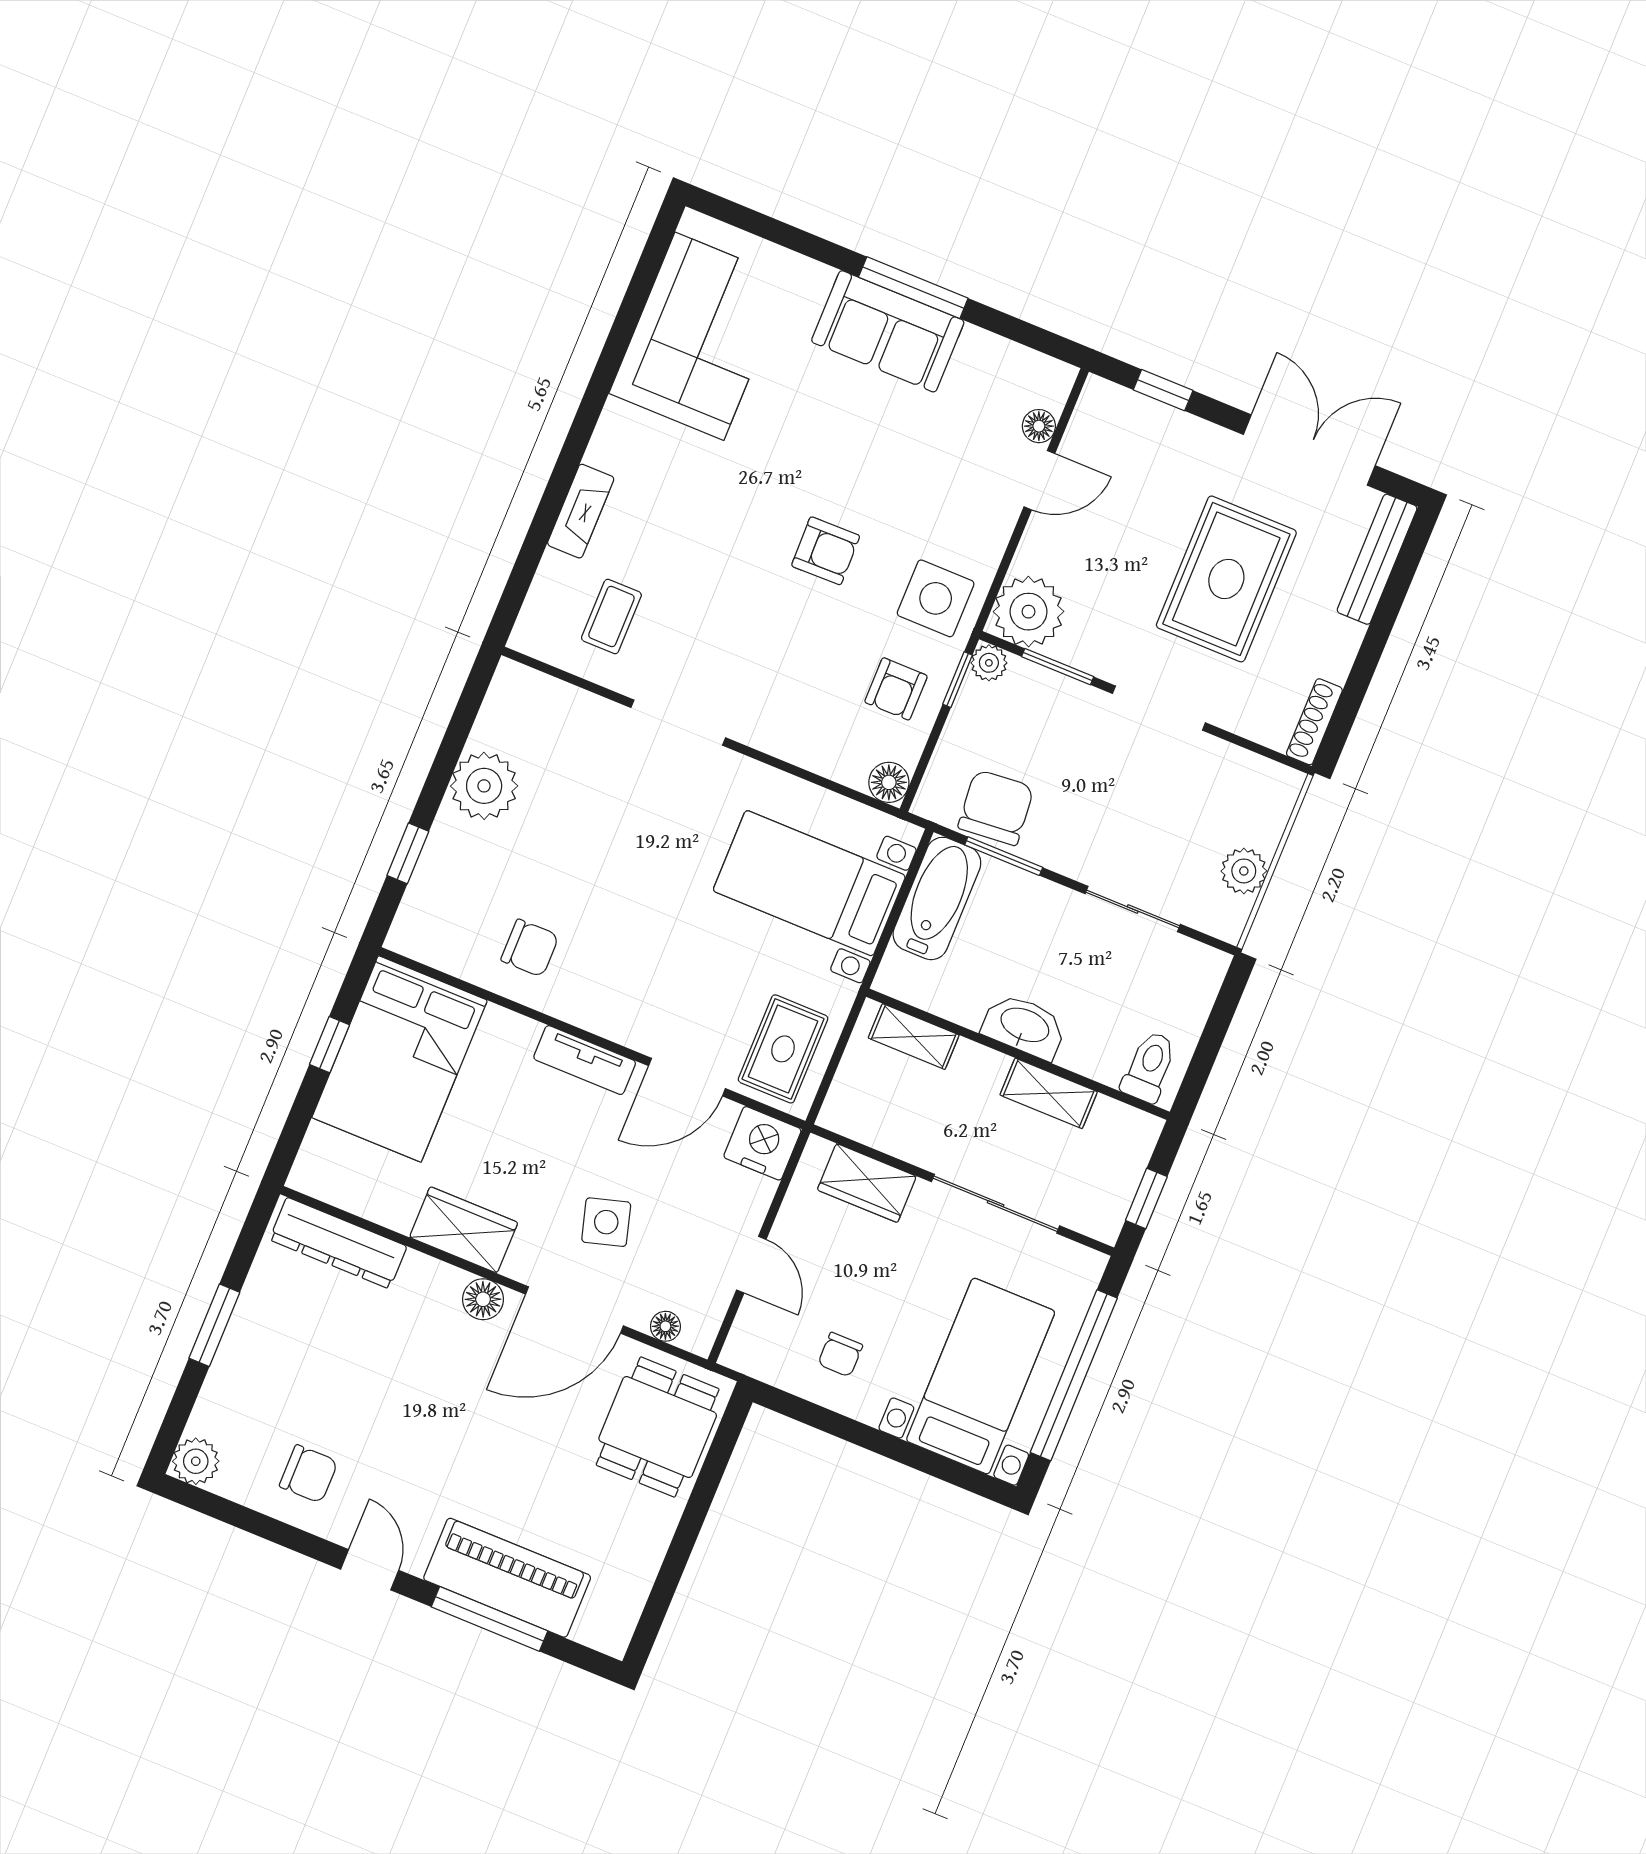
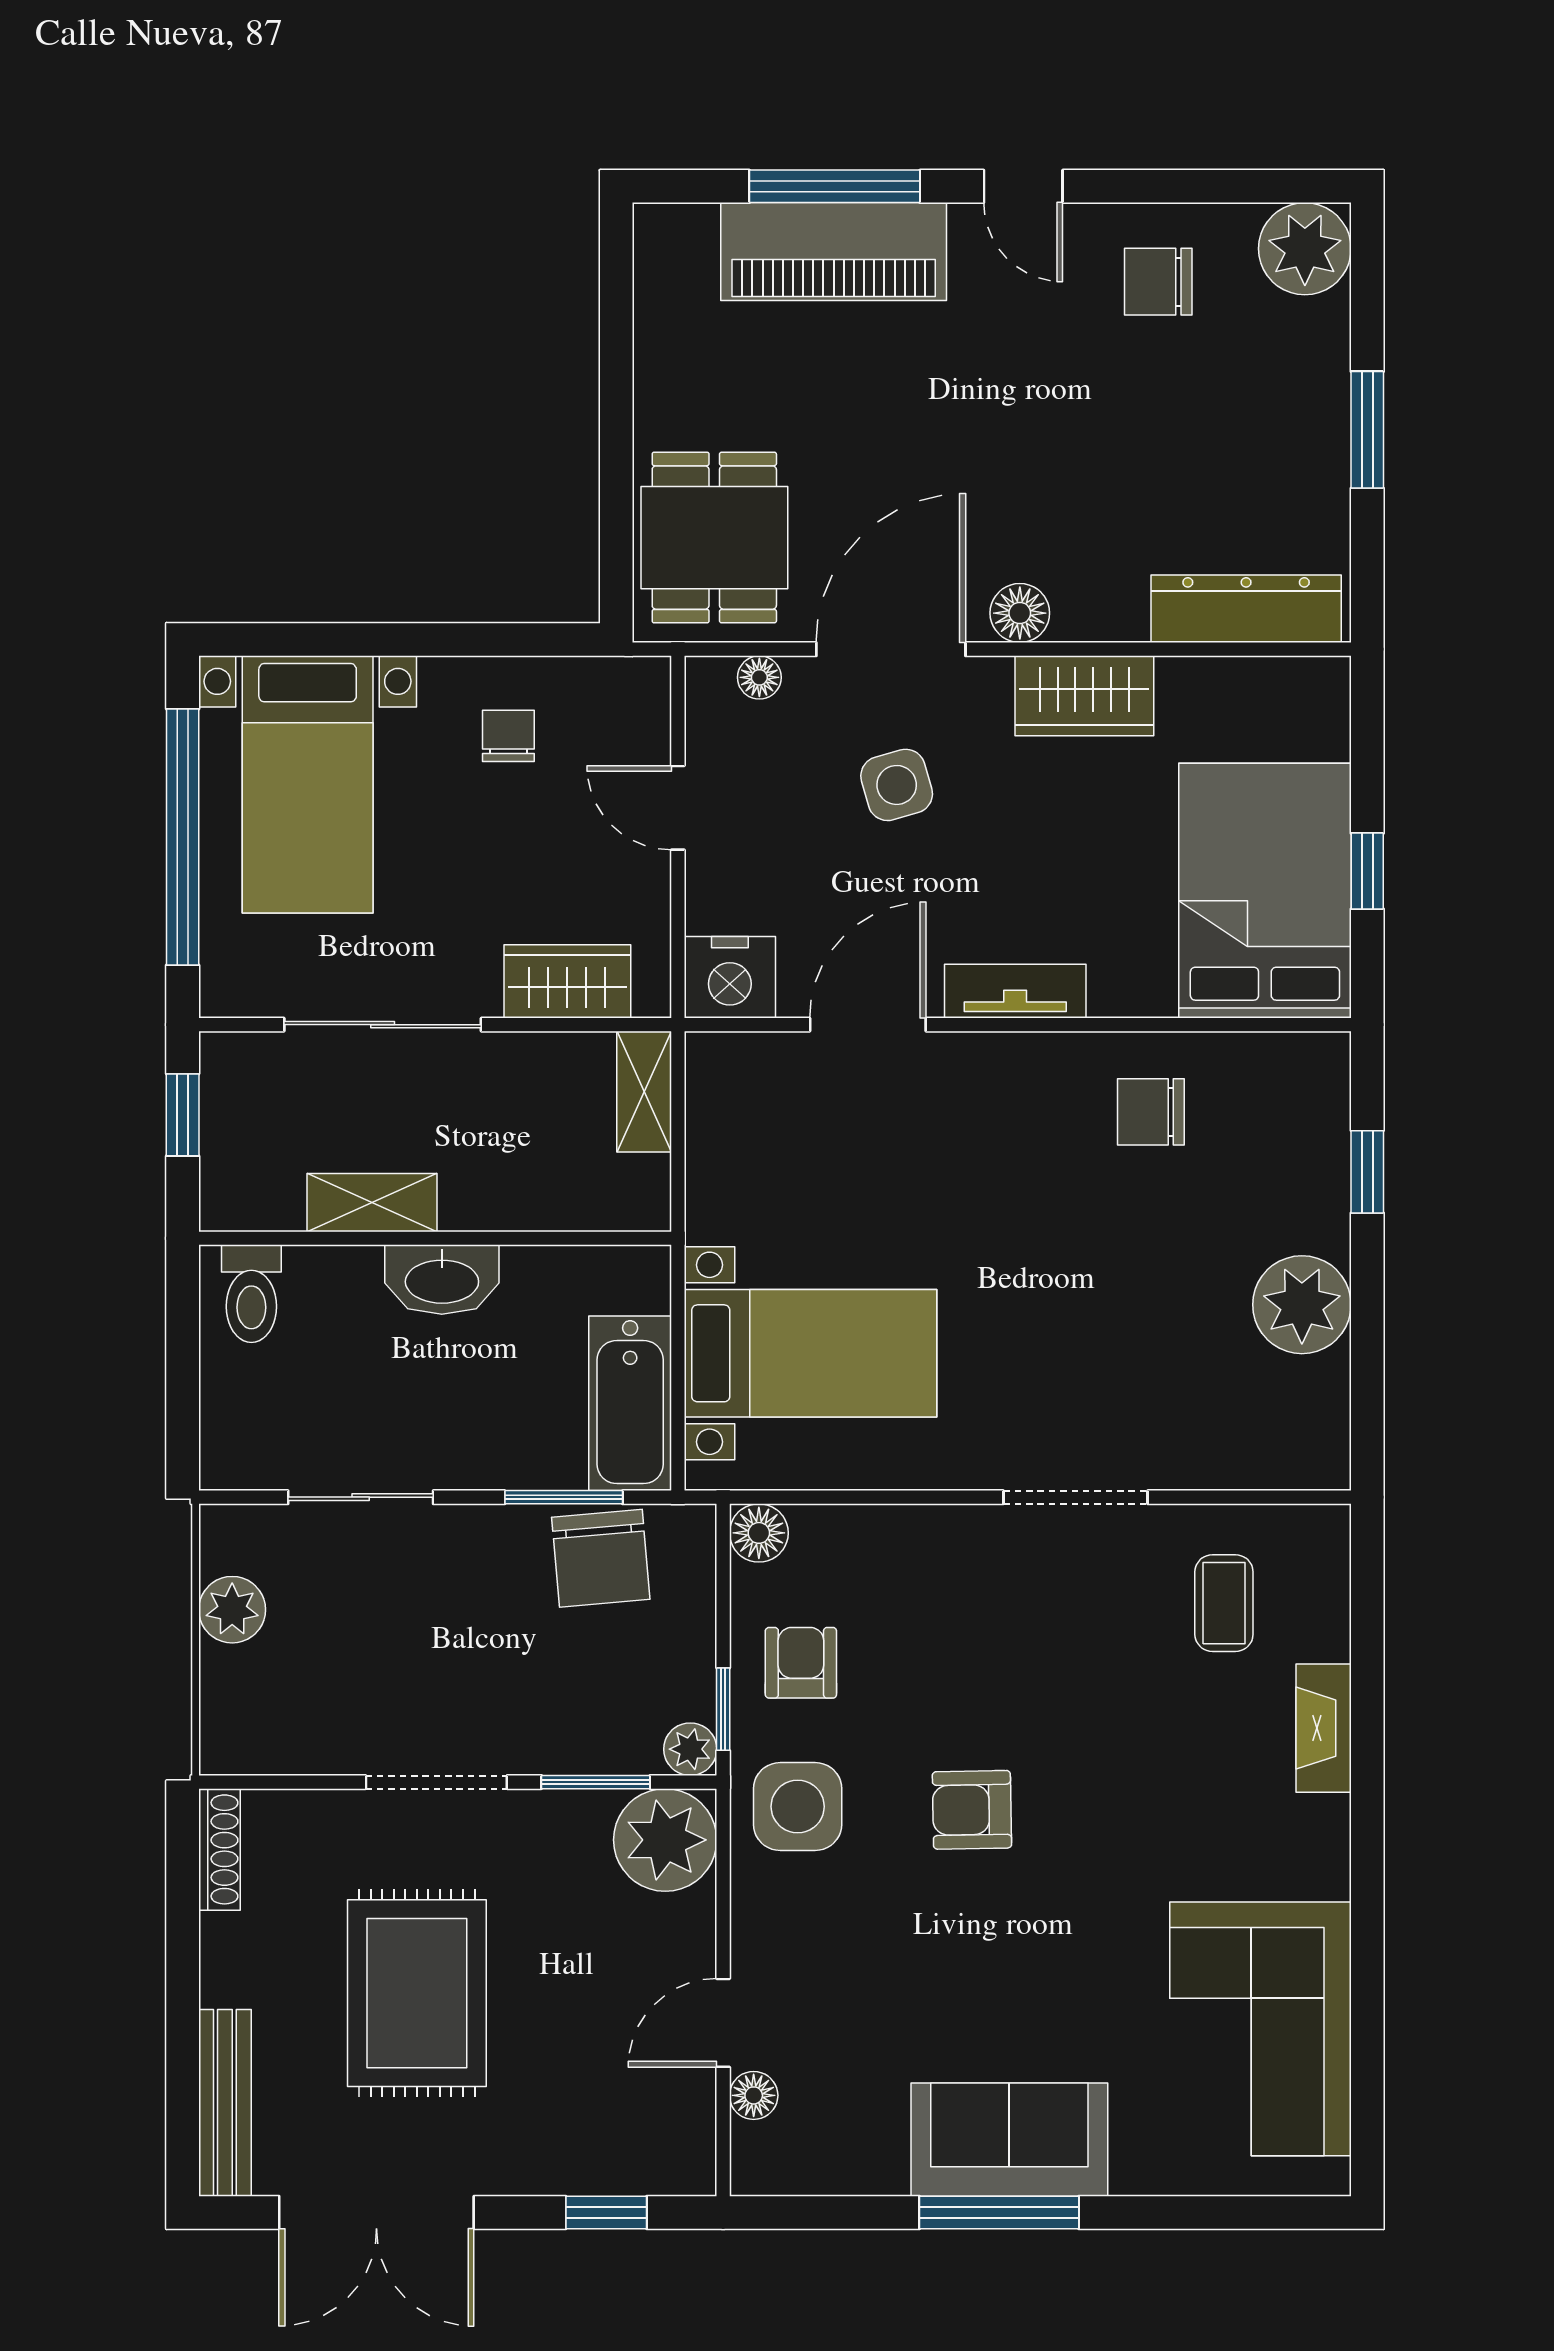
shelving: (914, 1037) -> (644, 1092), moved, turned 90
rug: (783, 1049) -> (754, 1116), removed
plant: (196, 1461) -> (1305, 249), width x1.36, depth x1.36

